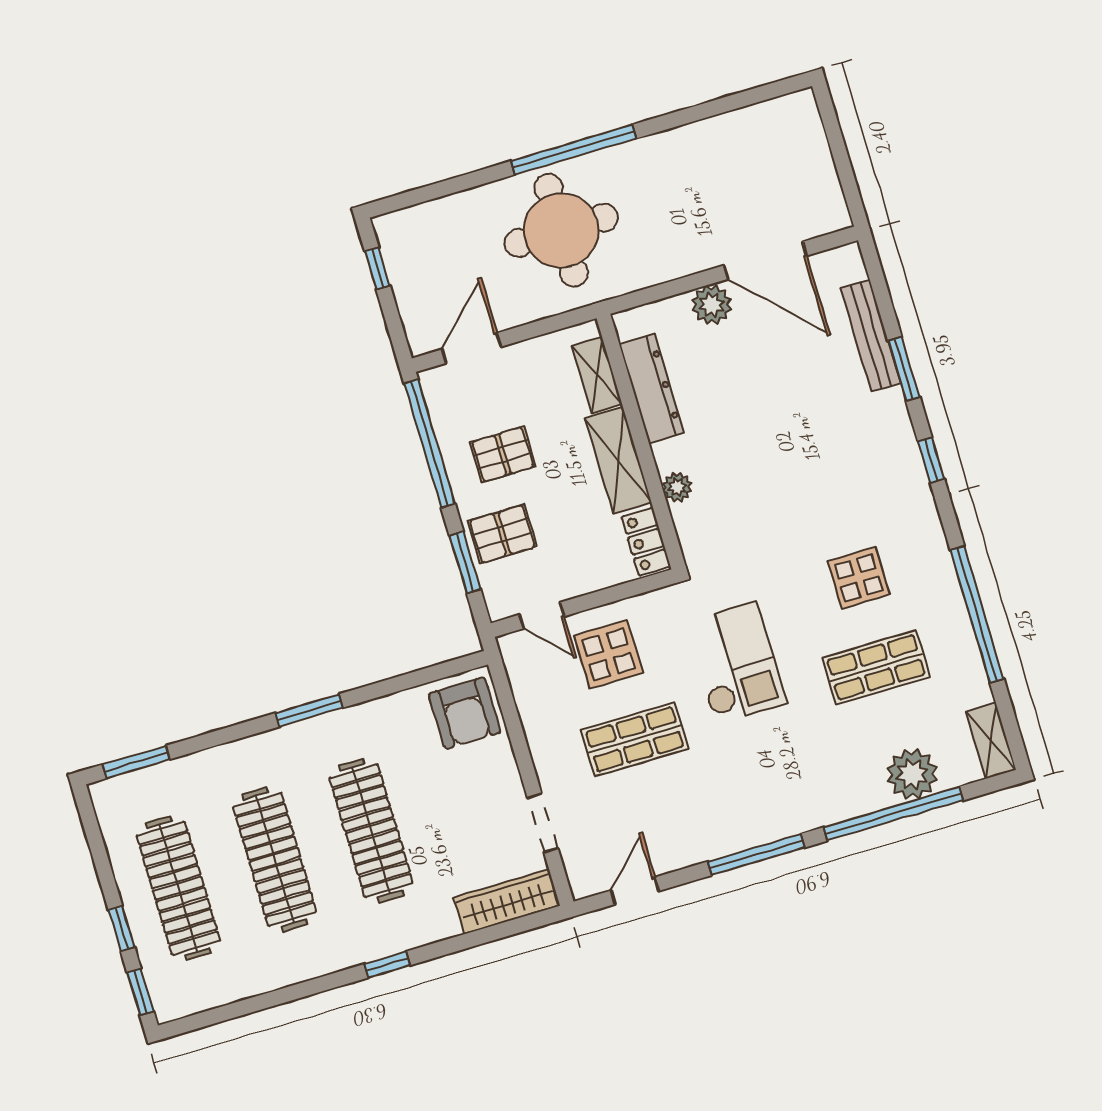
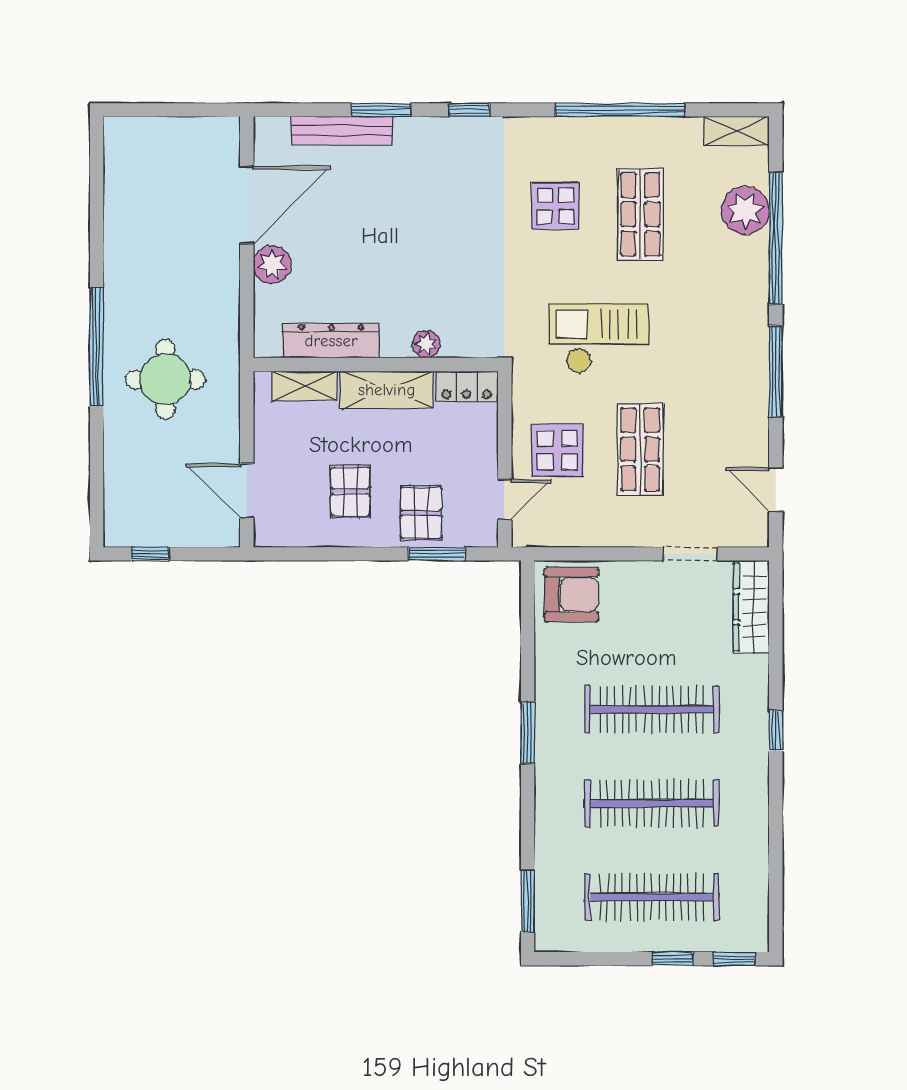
round table: (561, 230) -> (165, 379), width x0.73, depth x0.73
window: (430, 444) -> (321, 554), removed

